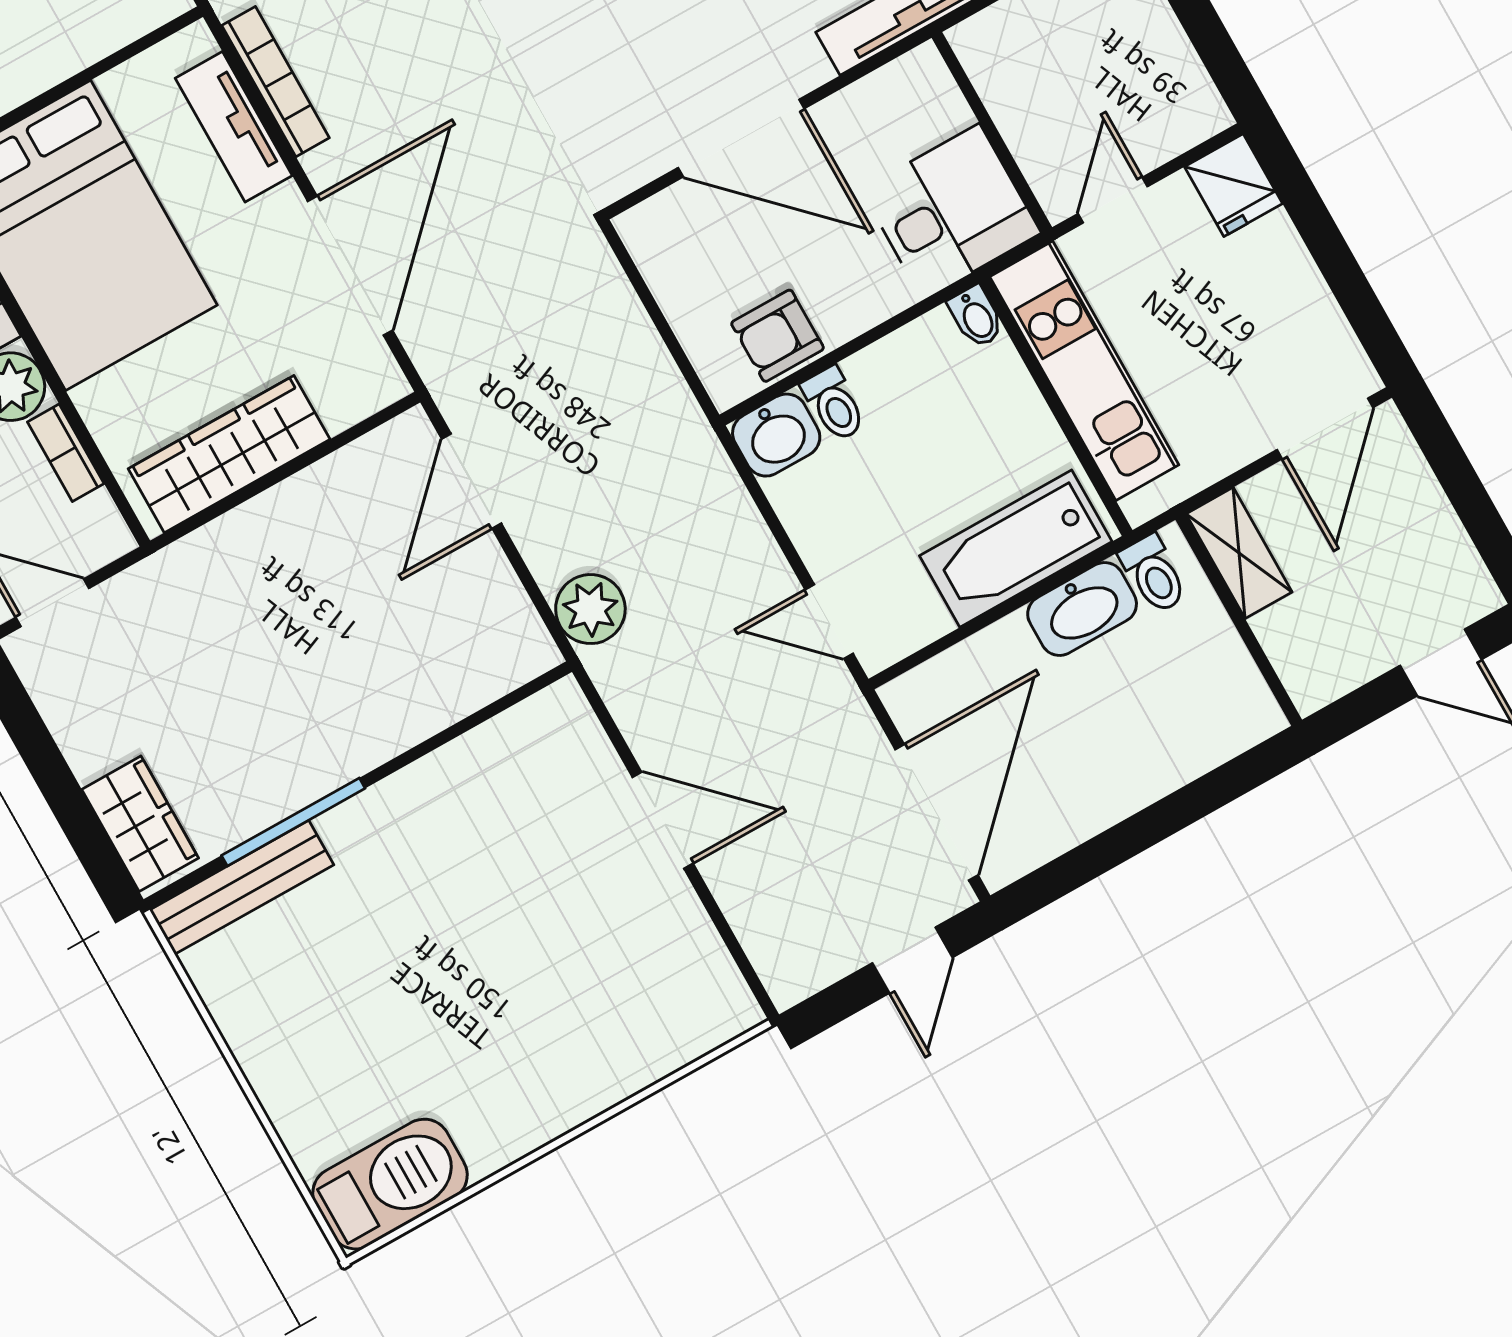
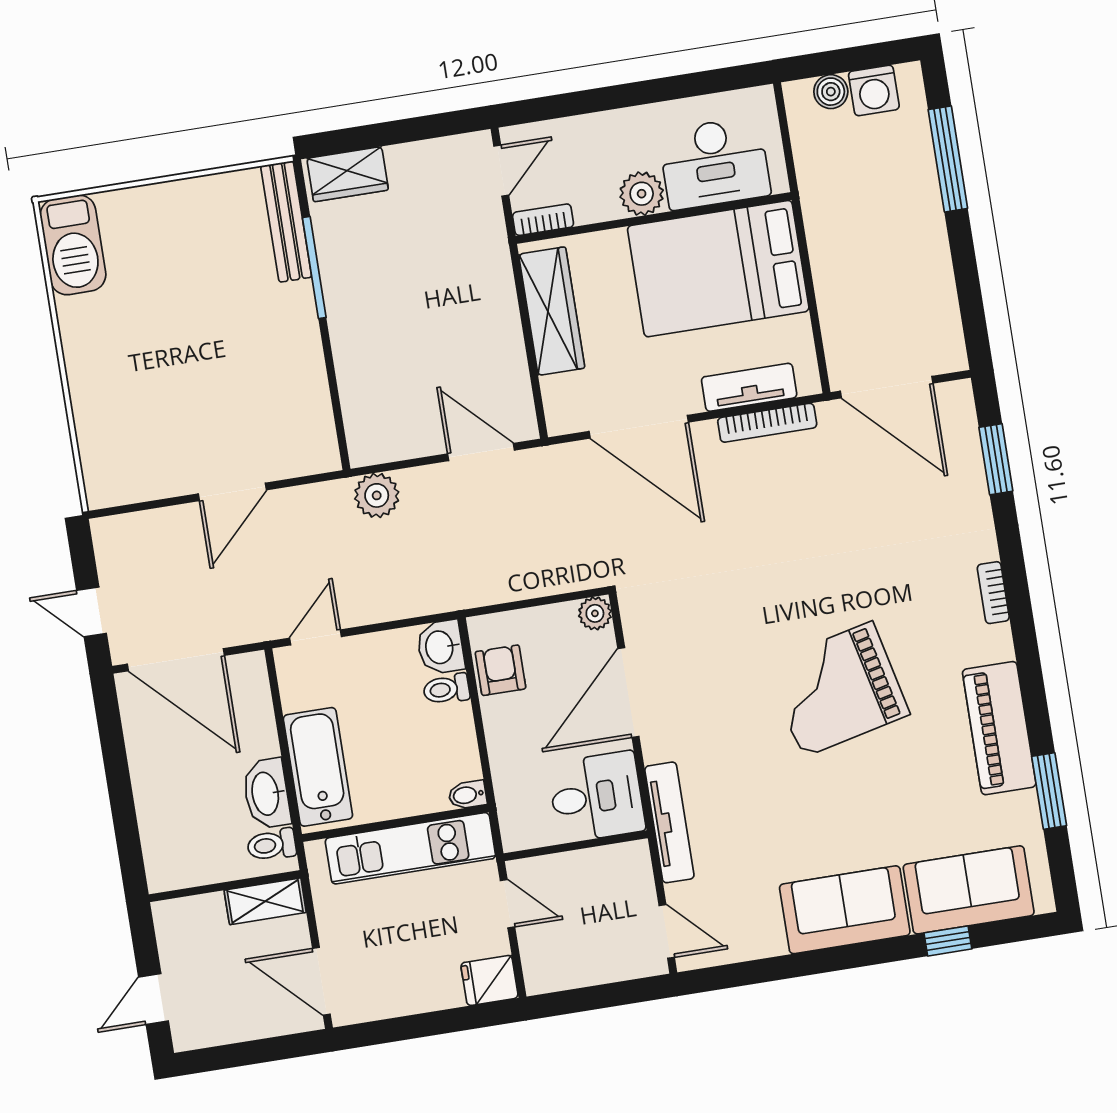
desk: (951, 212) -> (596, 797), moved, turned -90
plant: (644, 229) -> (595, 613), added
bookcase: (66, 453) -> (543, 220), moved

